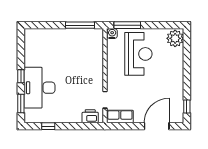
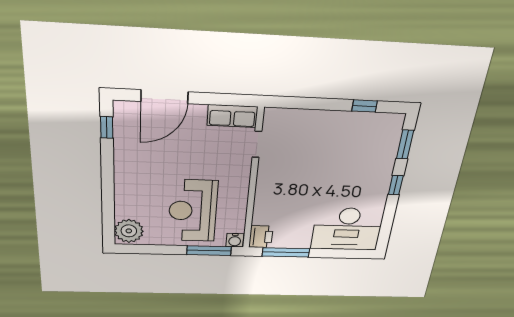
desk: (39, 88) -> (347, 229), moved, turned 90
printer: (90, 116) -> (261, 237), moved, turned -90

